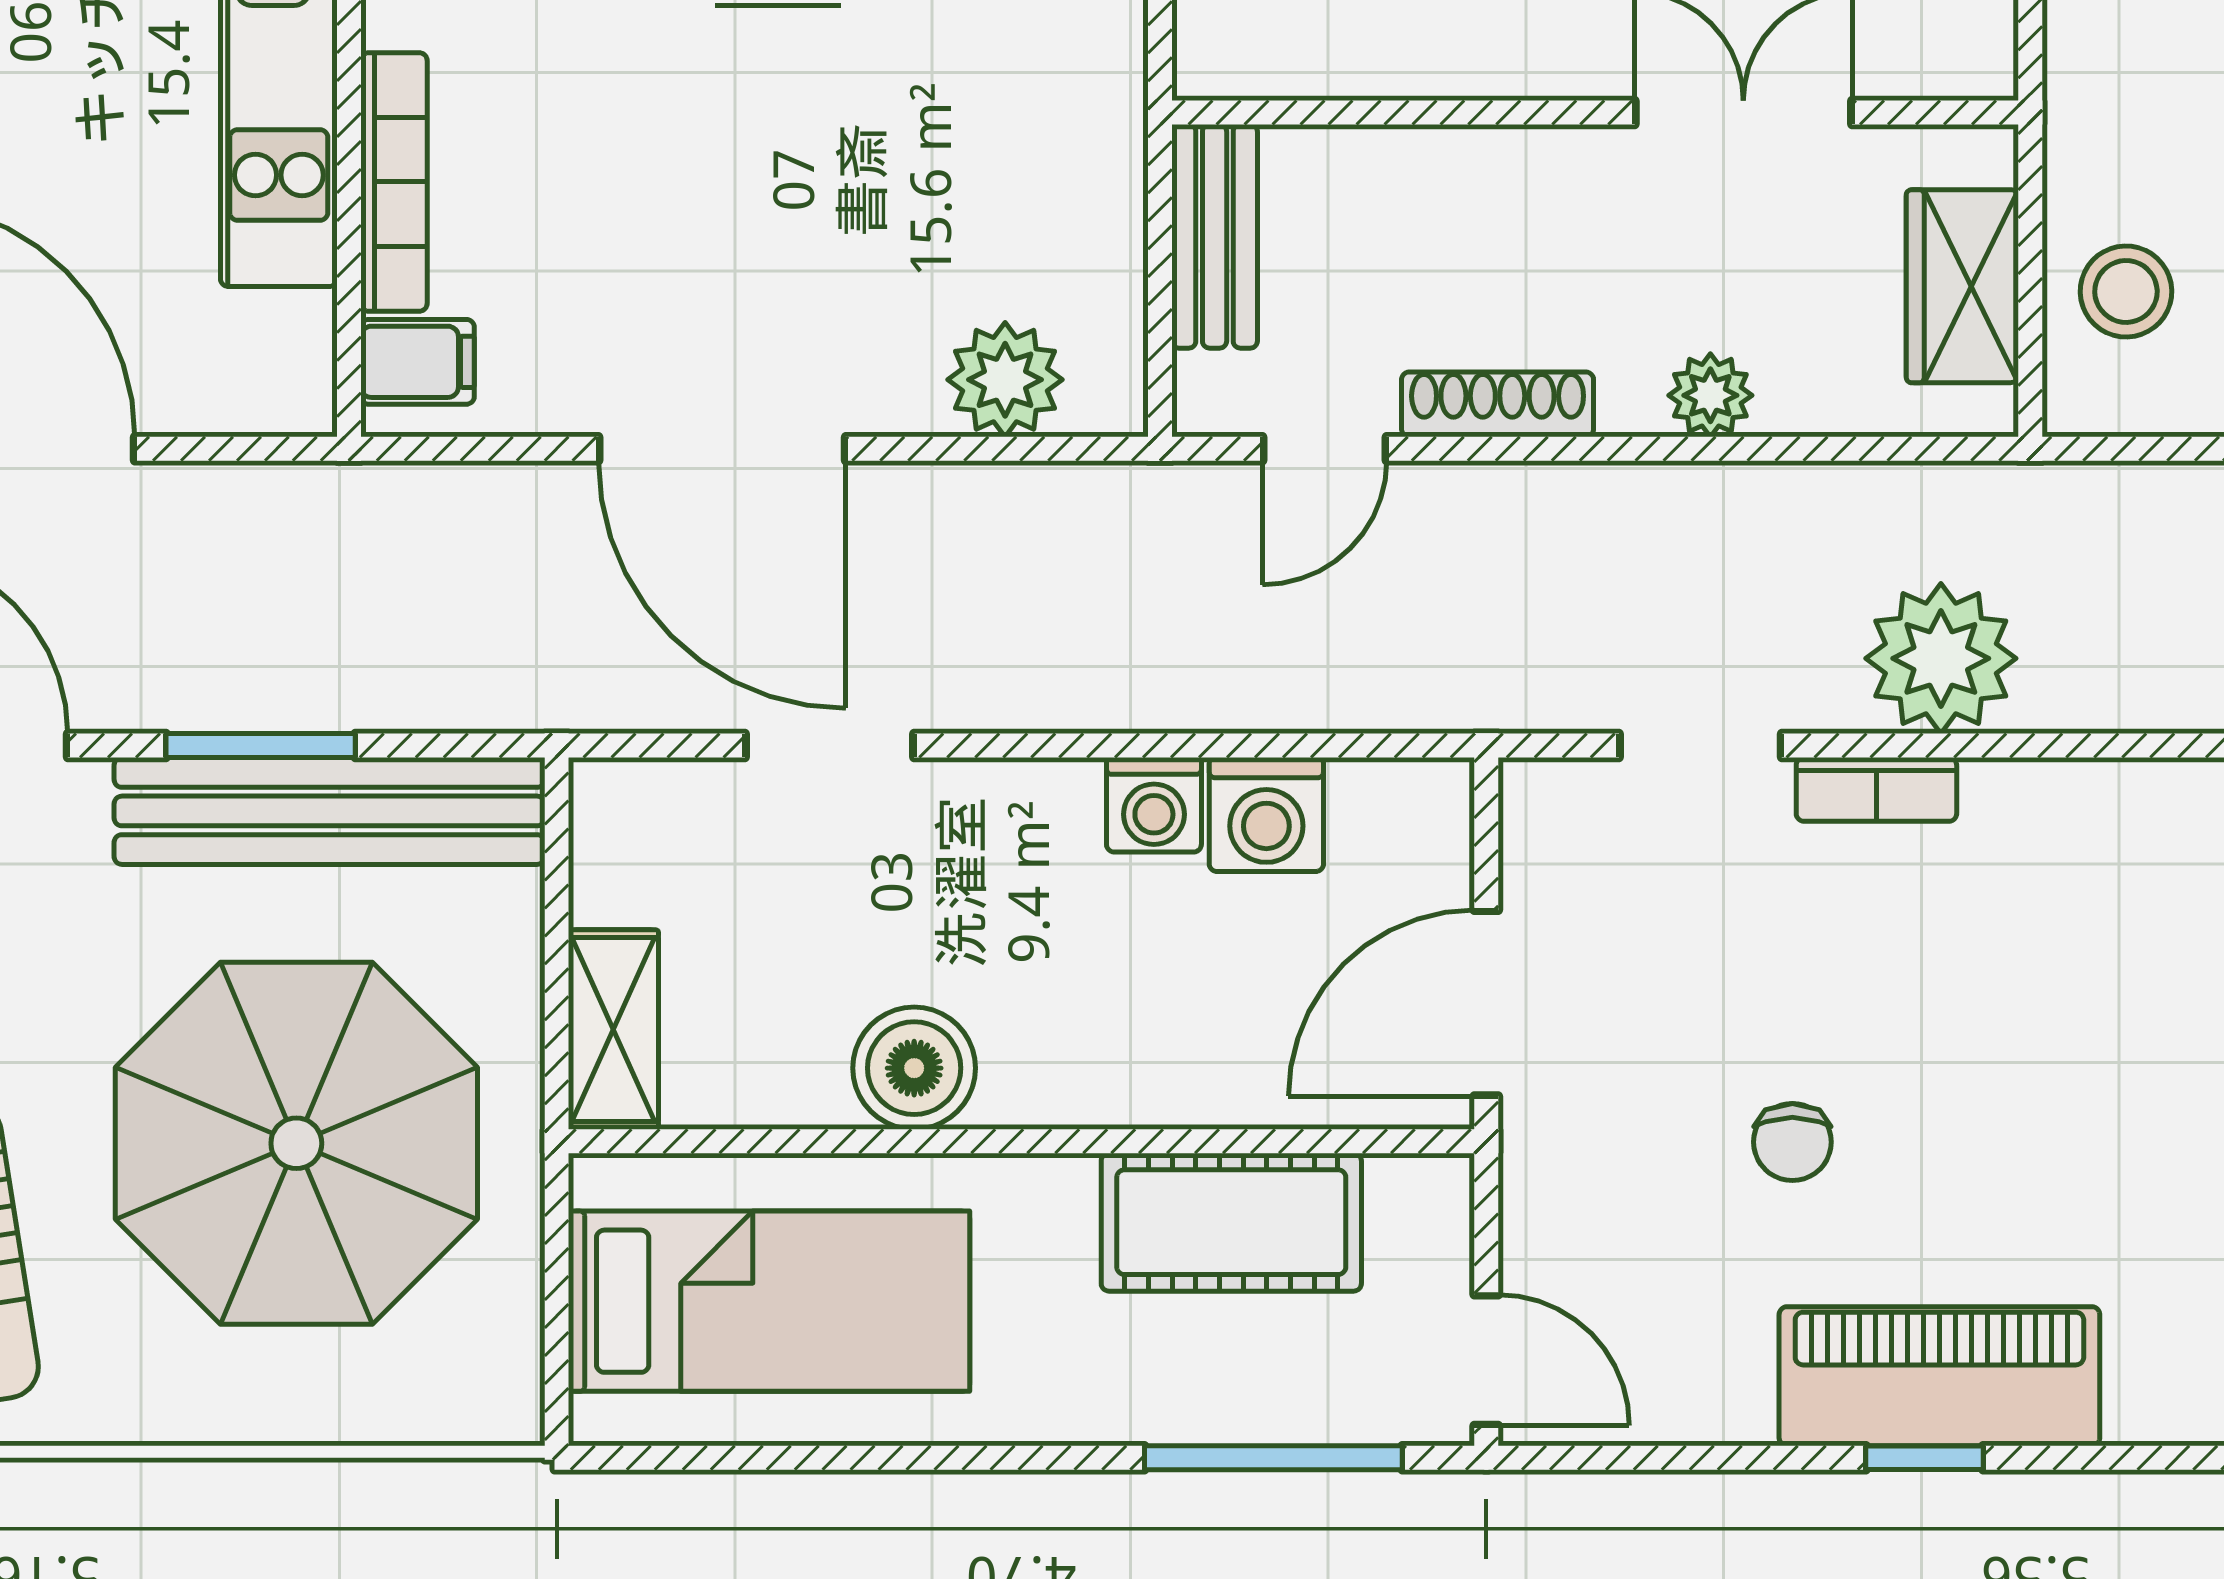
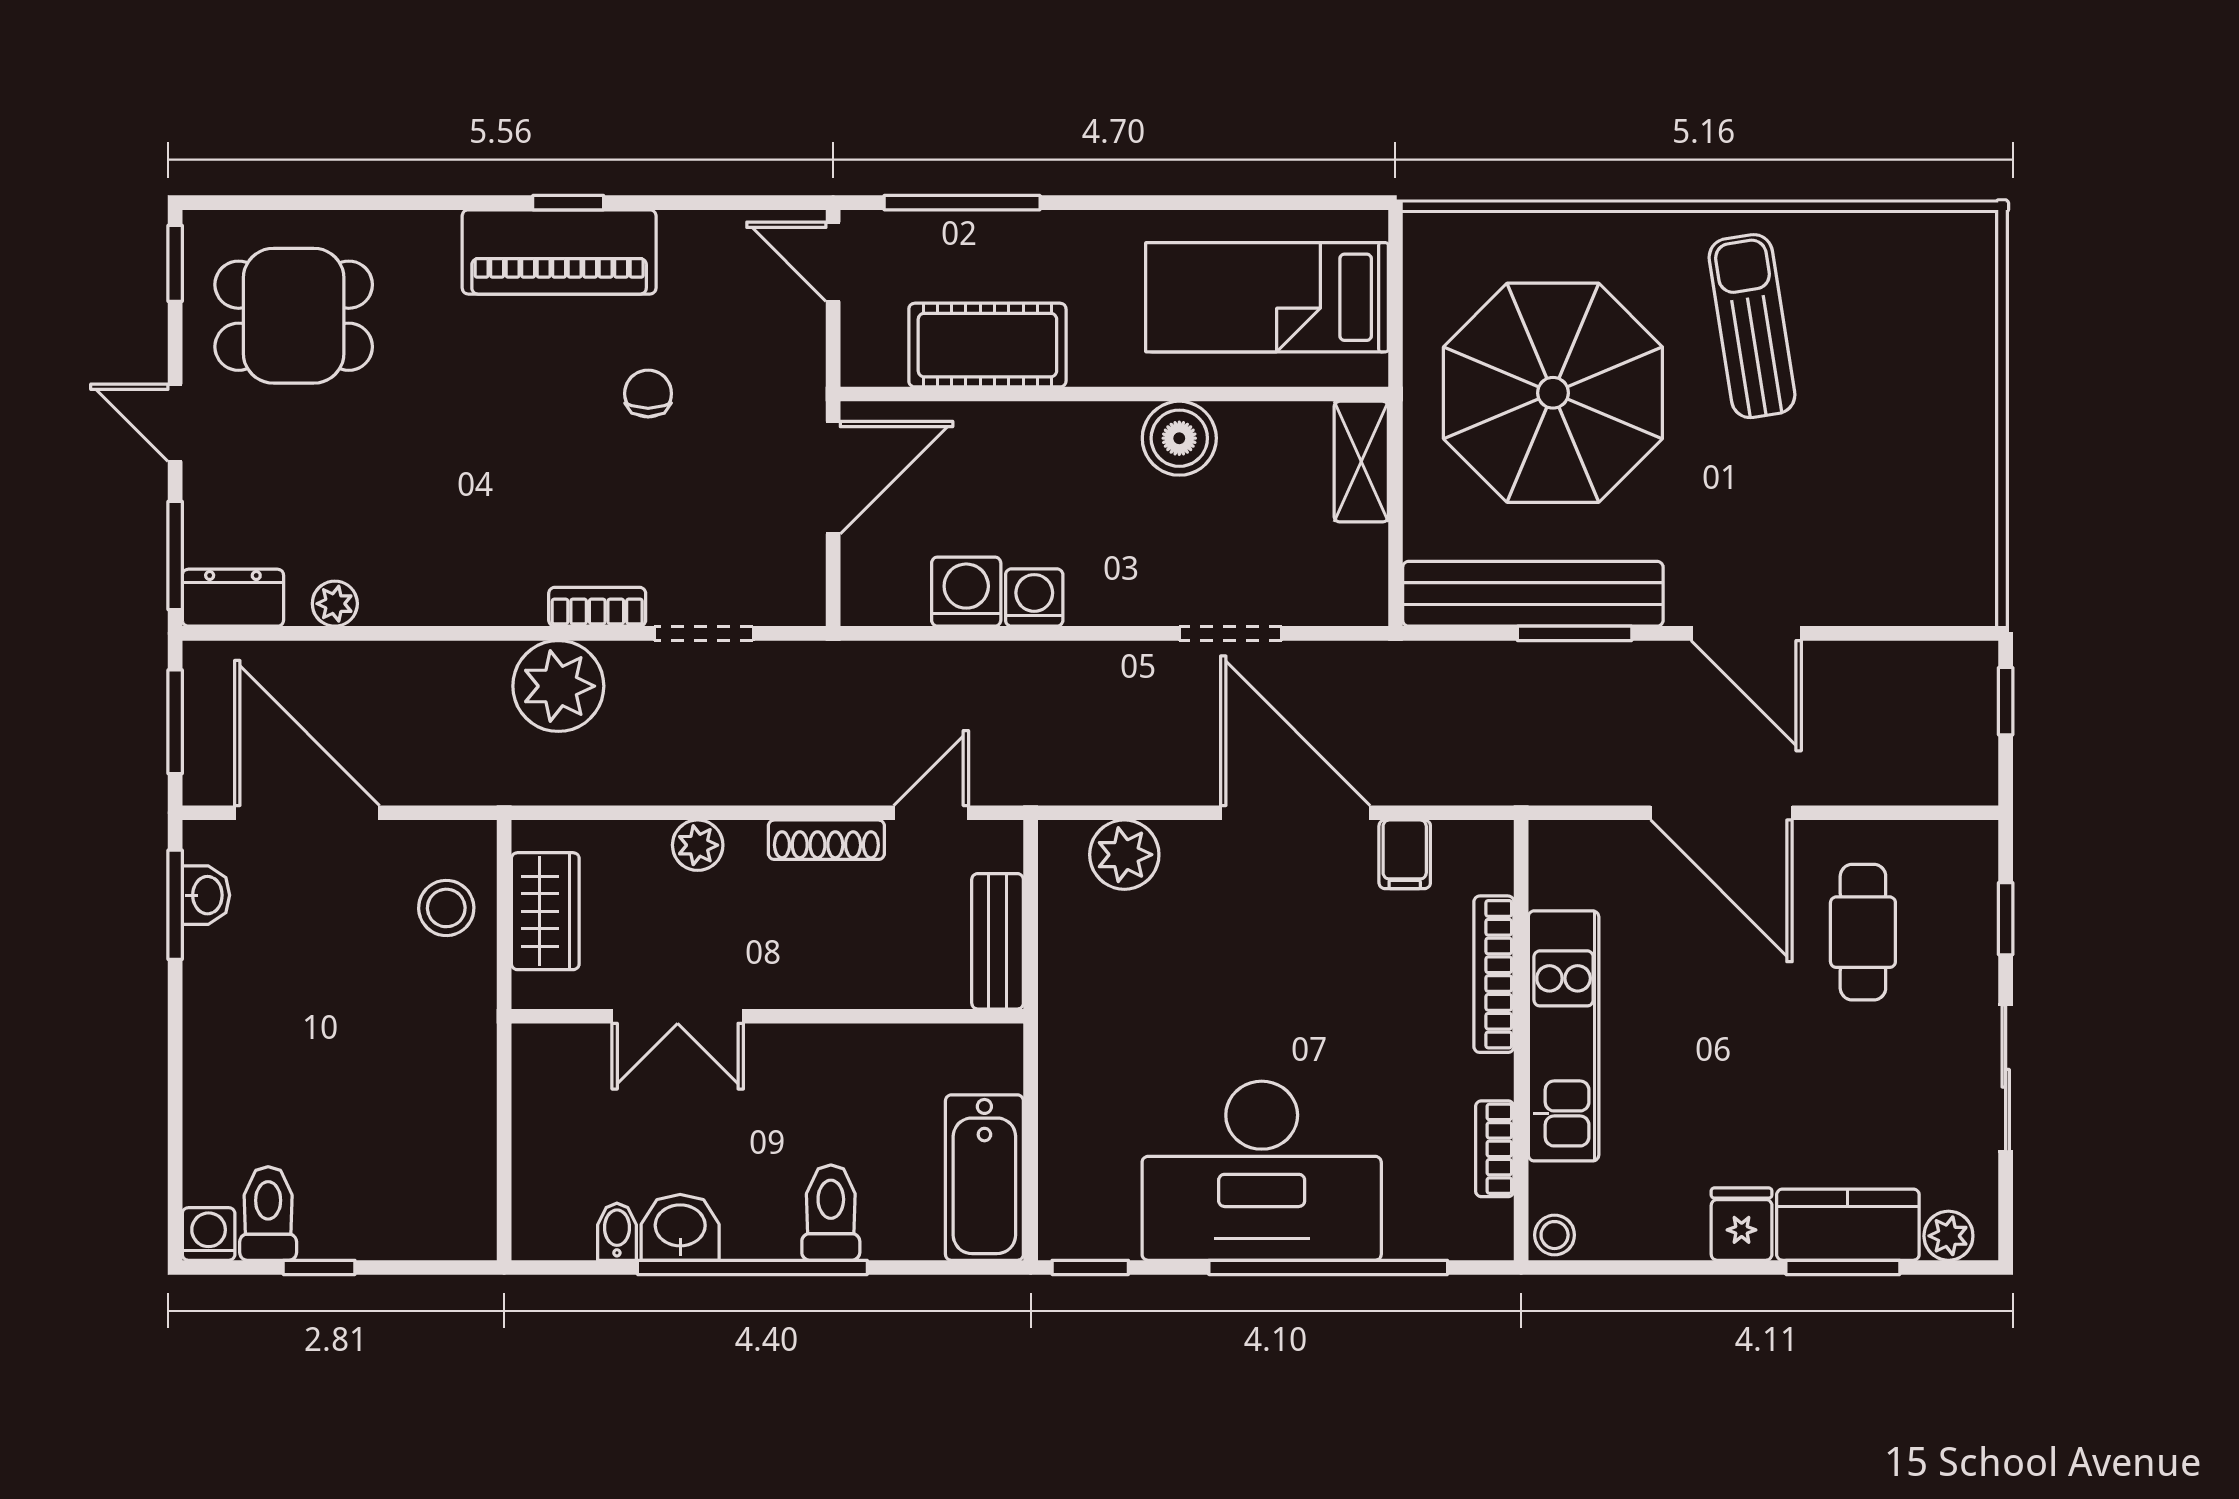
filing cabinet: (418, 362) -> (1405, 854), moved, turned -90

